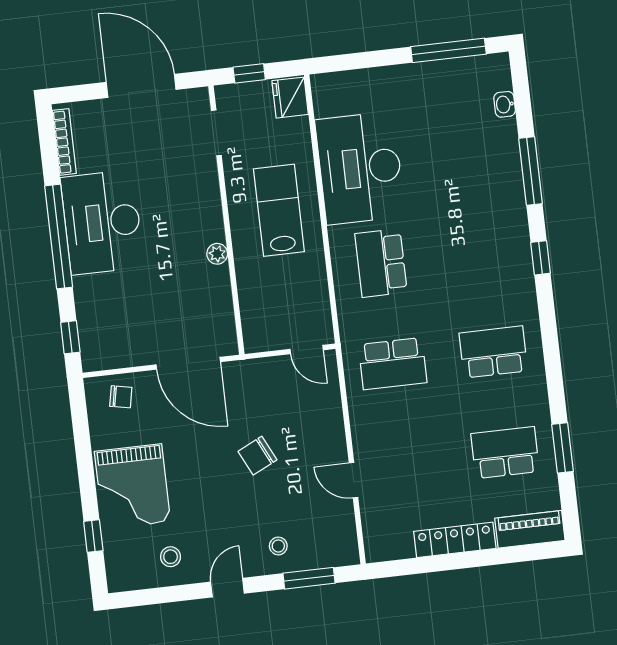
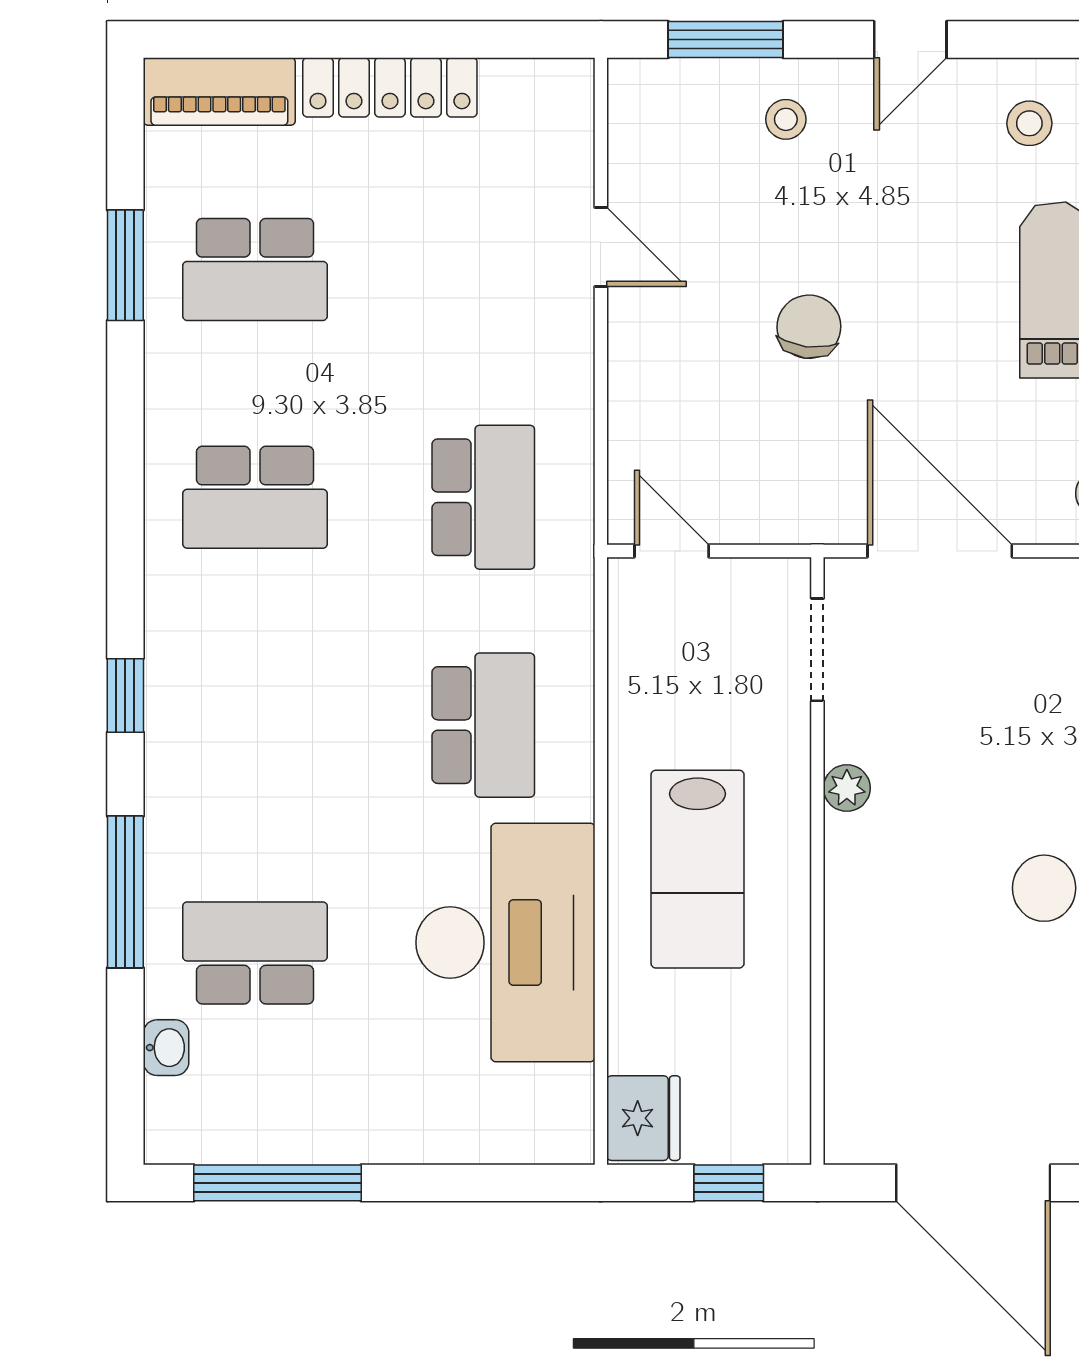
doorway: (216, 133) -> (817, 650), moved
school desk: (470, 151) -> (255, 953), added
school desk: (393, 364) -> (483, 497), turned 90
chair: (258, 456) -> (809, 327), turned -57

